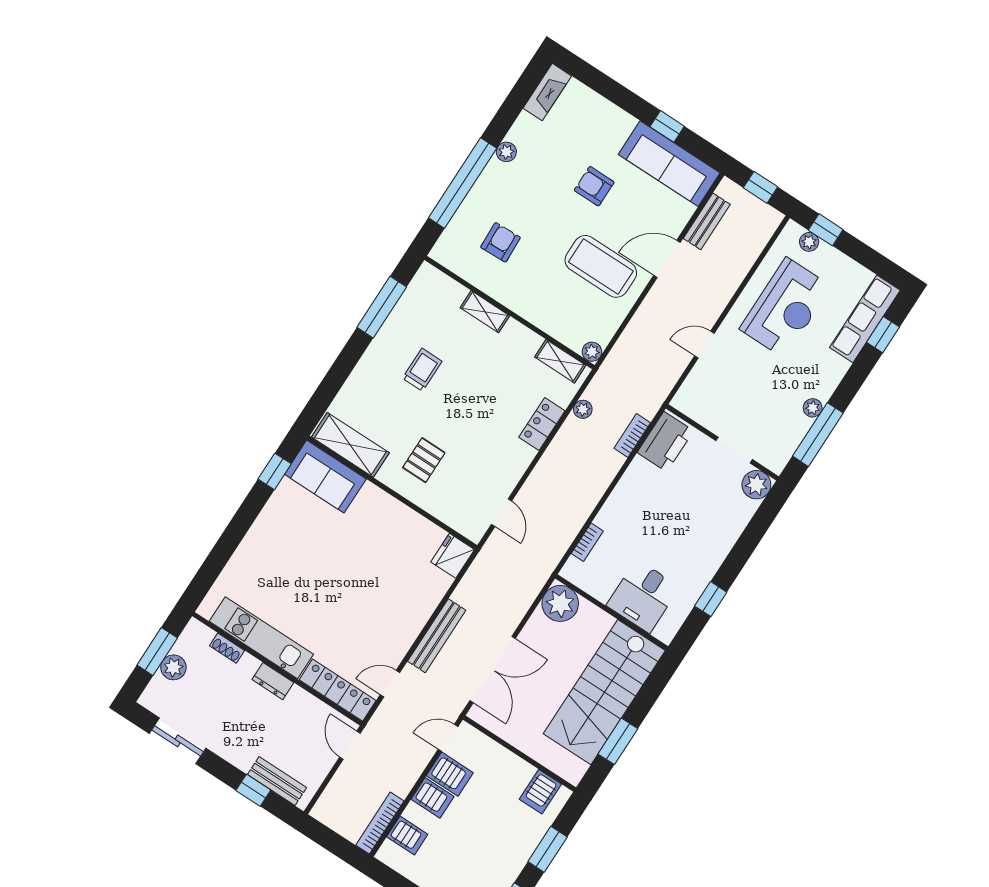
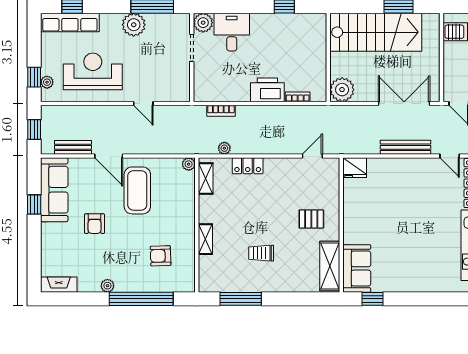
plant: (813, 408) -> (134, 25), width x1.88, depth x1.88
printer: (665, 442) -> (267, 90), moved
desk: (643, 596) -> (232, 32), moved, turned -90

